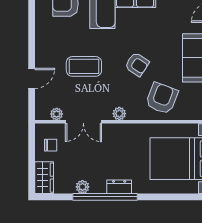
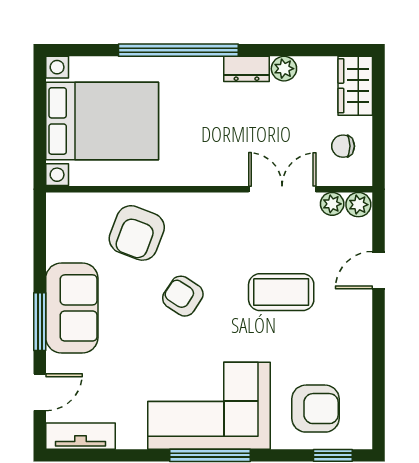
plant: (119, 114) -> (358, 205), moved
dresser: (119, 187) -> (247, 69), moved
window: (105, 197) -> (178, 50), moved

